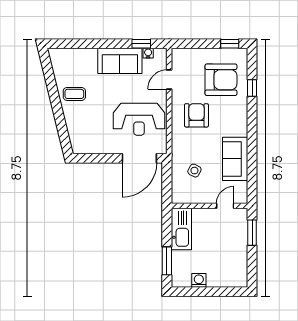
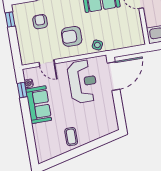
armchair: (221, 80) -> (40, 22), width x0.53, depth x0.53
door: (139, 158) -> (114, 76), hinge flipped
side table: (194, 171) -> (97, 45), moved

